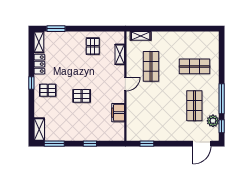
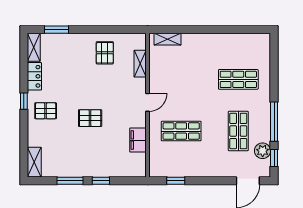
shop shelf: (151, 66) -> (181, 131), moved, turned 90
window: (54, 144) -> (70, 181), moved

